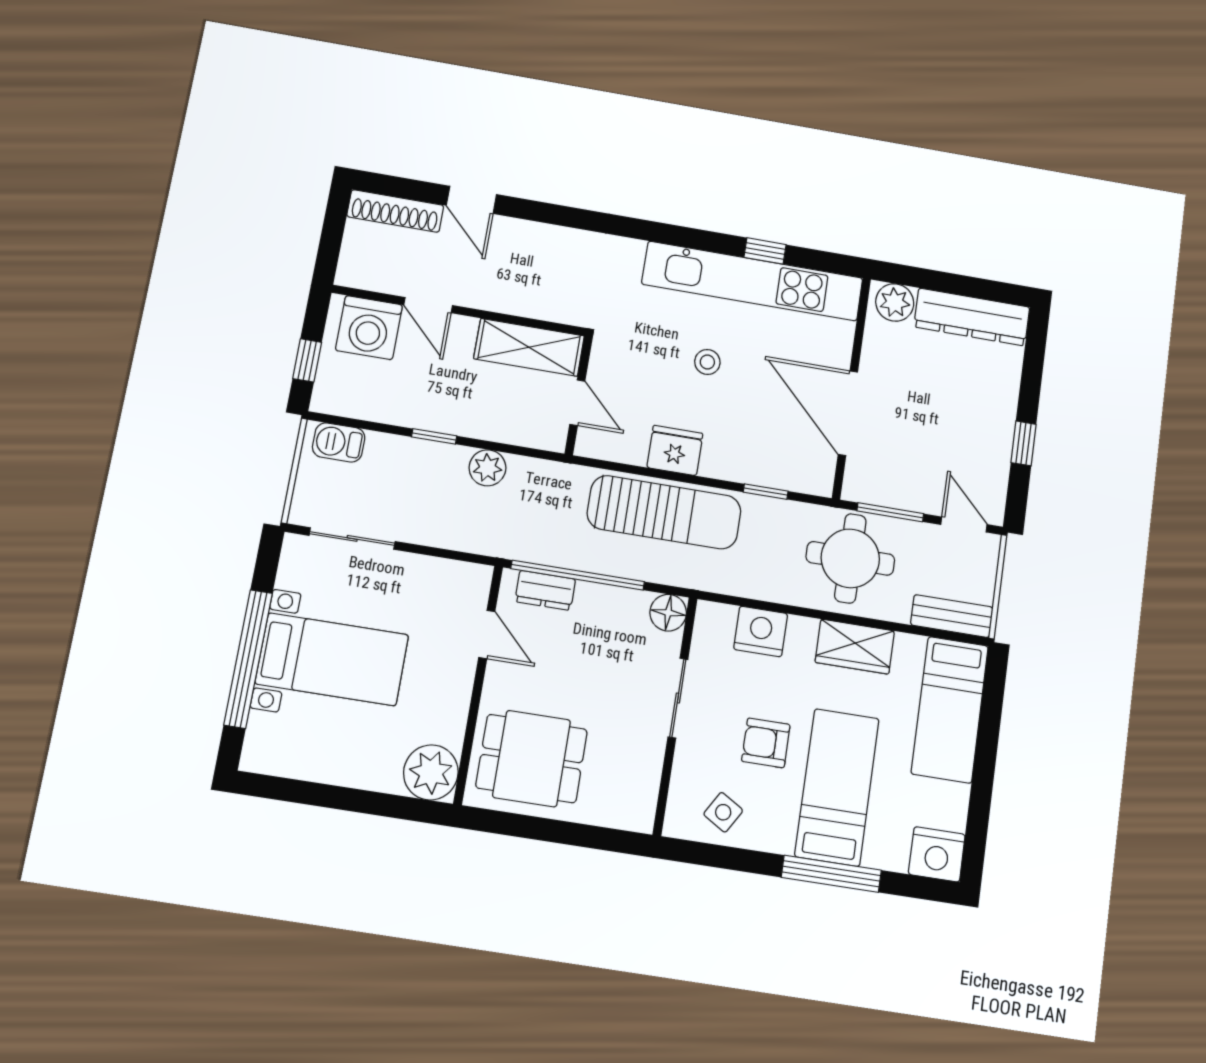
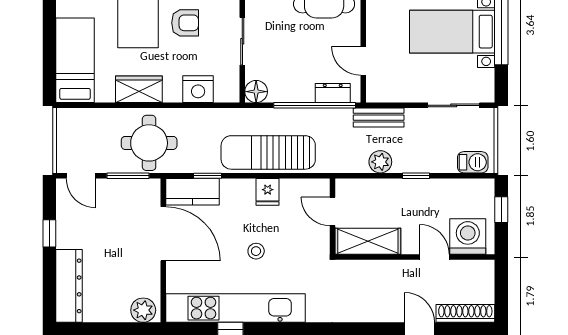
dresser: (972, 317) -> (69, 286), moved, turned 90
fridge: (675, 450) -> (268, 192), width x0.72
kitchen counter: (793, 471) -> (193, 192), added
bench: (952, 616) -> (379, 118), moved

